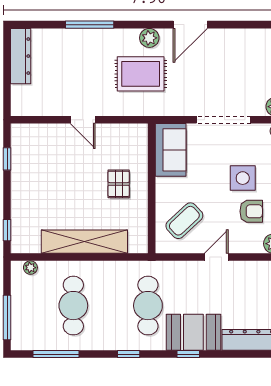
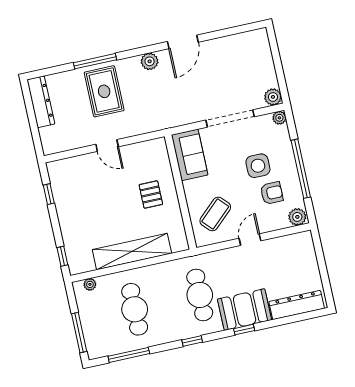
rug: (141, 74) -> (104, 91), moved, turned 90

